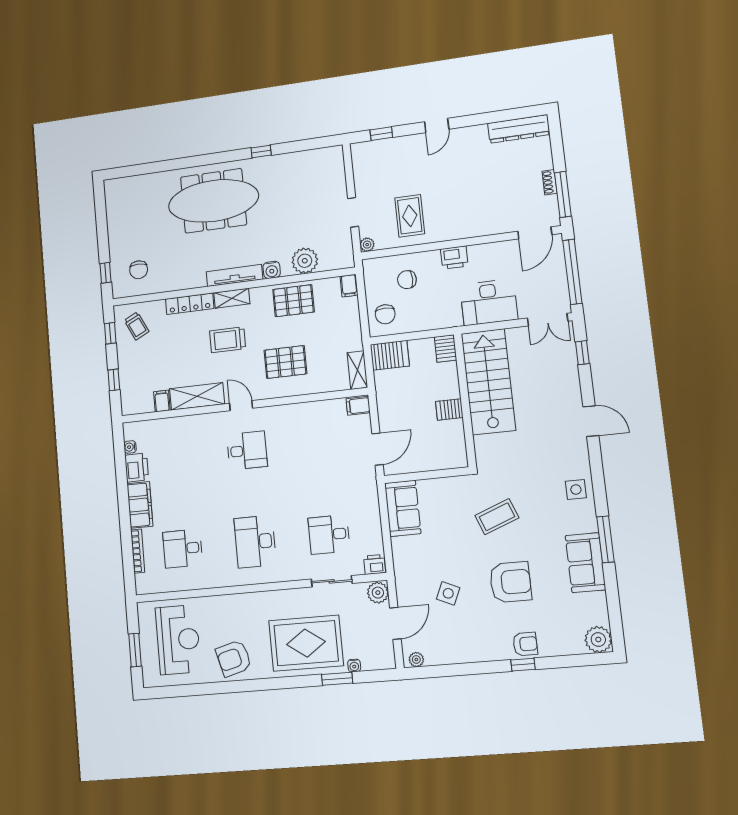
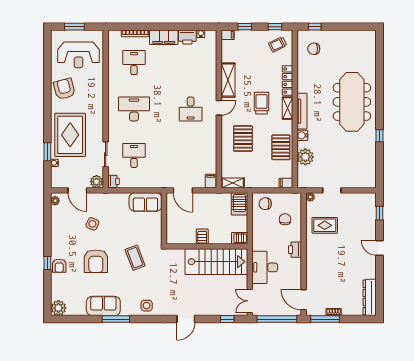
filing cabinet: (162, 401) -> (228, 35), moved

